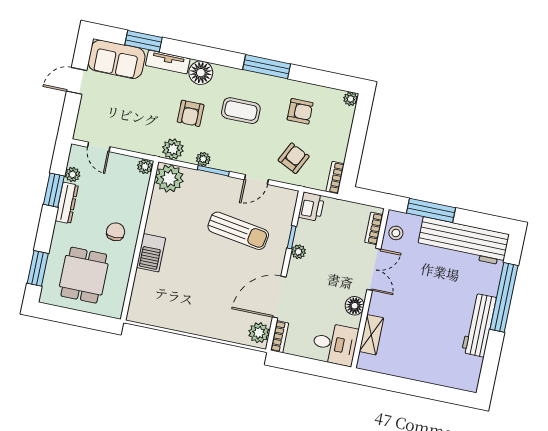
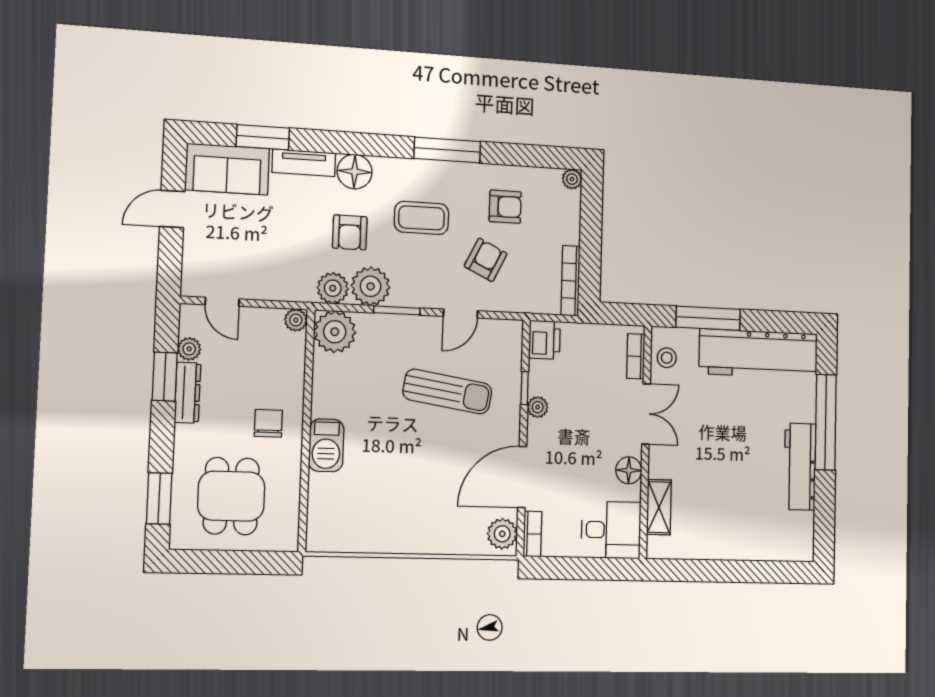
armchair: (294, 158) -> (486, 260), moved
plant: (203, 159) -> (371, 286), width x1.88, depth x1.88
bookcase: (335, 178) -> (571, 281), width x1.56

